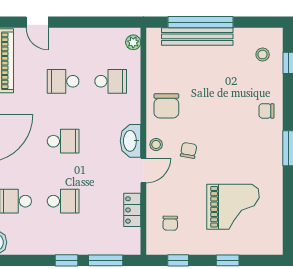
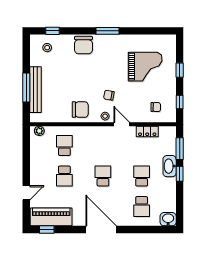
window: (200, 22) -> (26, 88), width x0.68
chair: (266, 111) -> (83, 45), width x1.87, depth x1.87
washbasin: (131, 141) -> (170, 166), moved, turned 90
grand piano: (233, 207) -> (145, 67), turned 90

